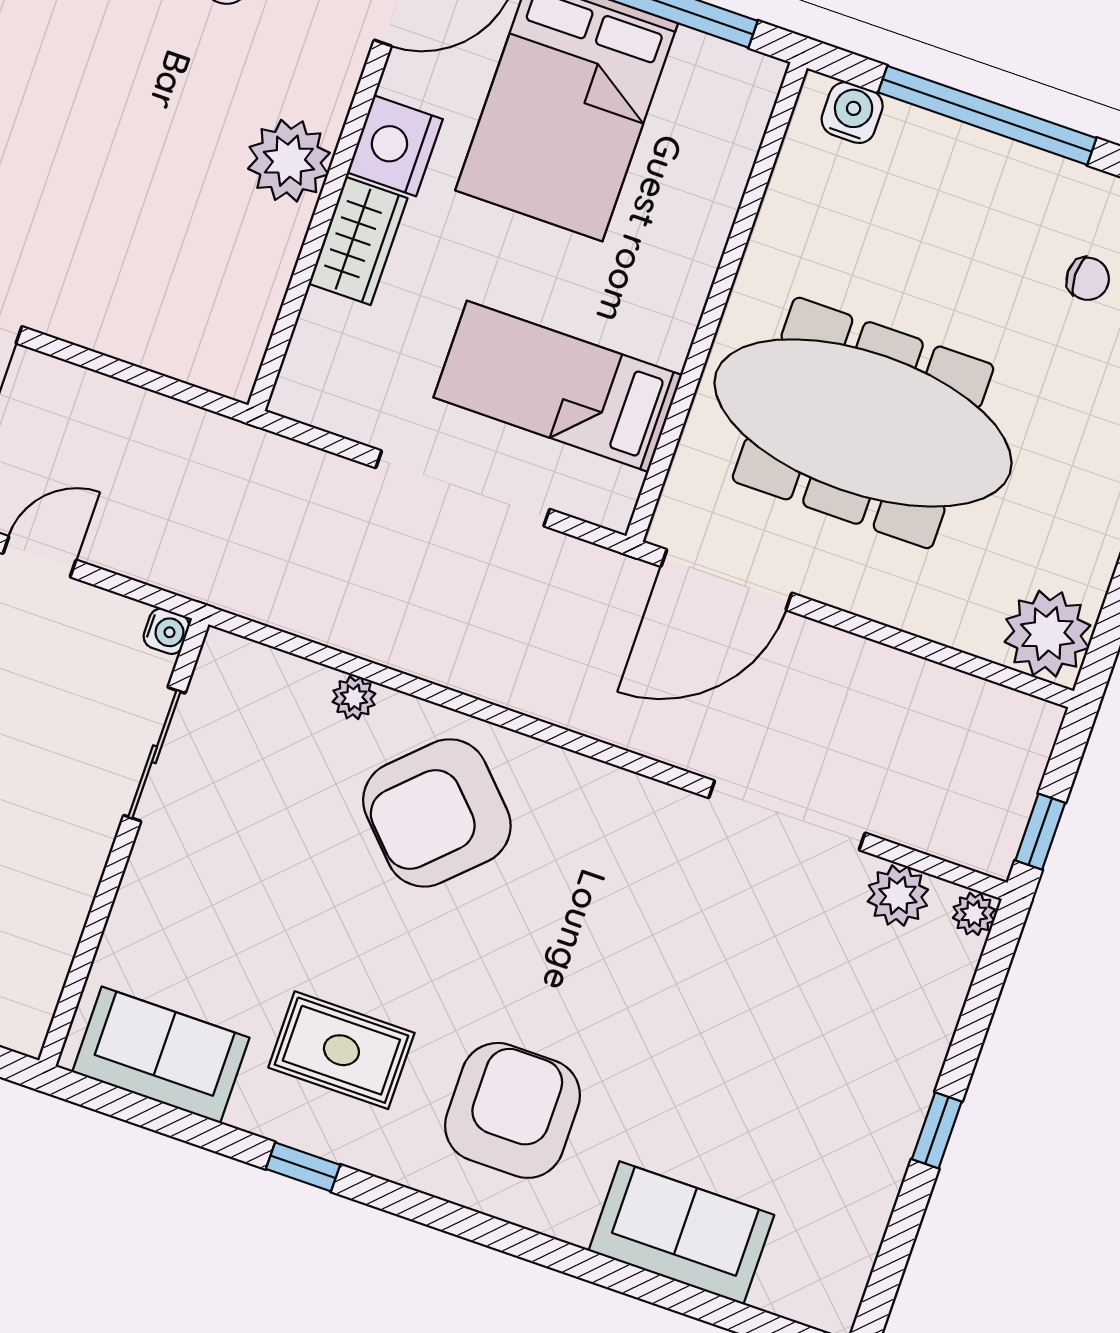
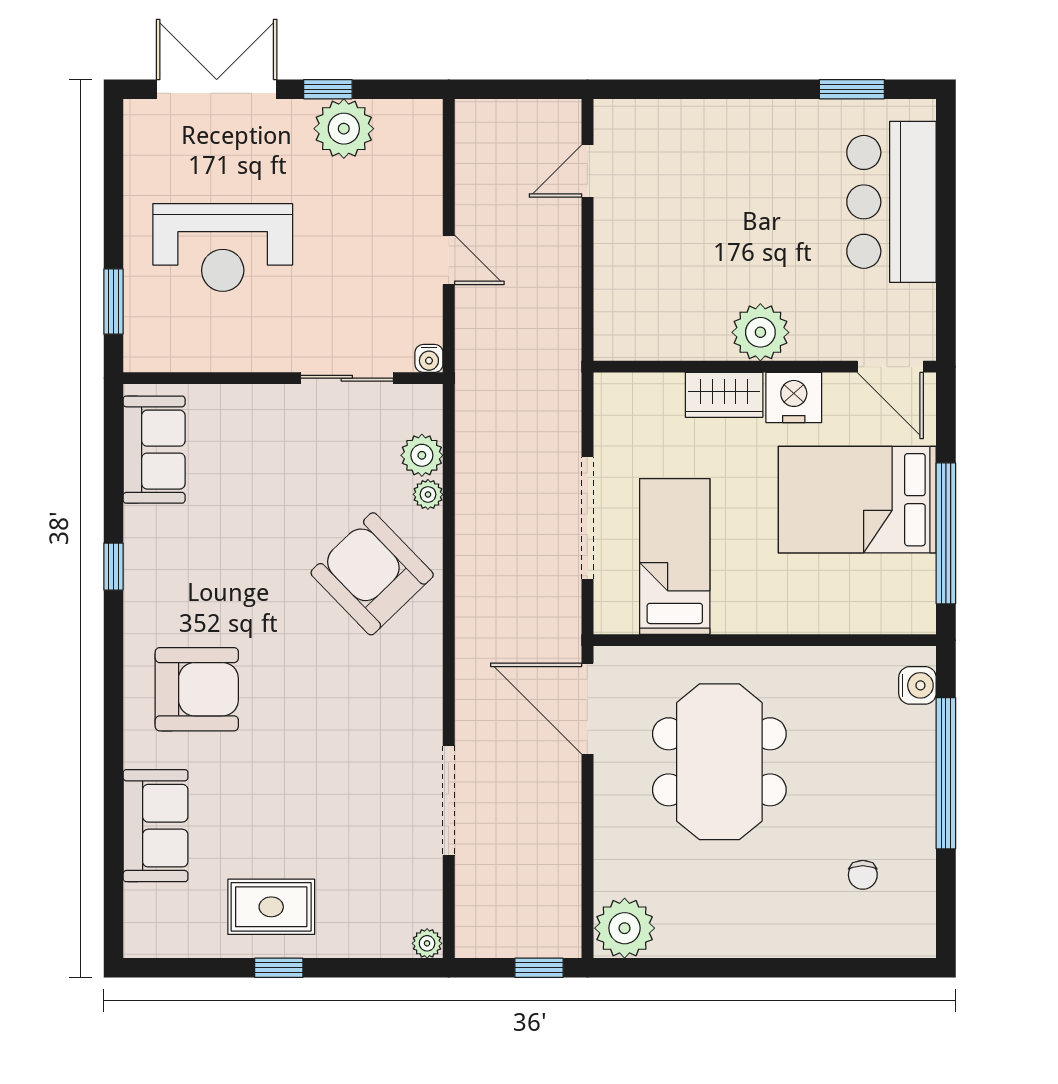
meeting table: (863, 423) -> (719, 762), width x0.73
window: (1040, 832) -> (539, 968), moved
plant: (898, 896) -> (422, 455), moved
rug: (341, 1050) -> (271, 907), moved, turned 90

